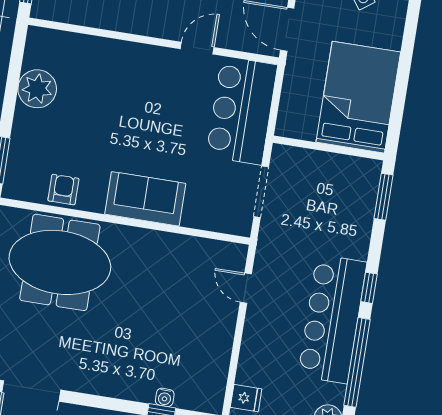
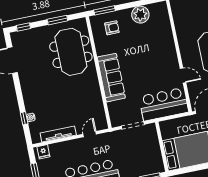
armchair: (63, 190) -> (112, 28), moved
sofa: (145, 199) -> (111, 78), width x1.36
tv unit: (221, 354) -> (58, 134), added

